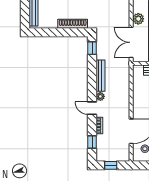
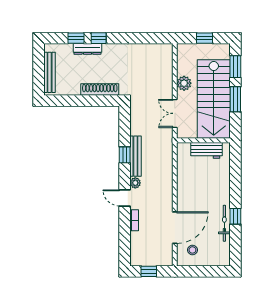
double door: (131, 42) -> (175, 113), width x0.73
window: (92, 48) -> (125, 155), moved
window: (92, 142) -> (125, 242), removed

